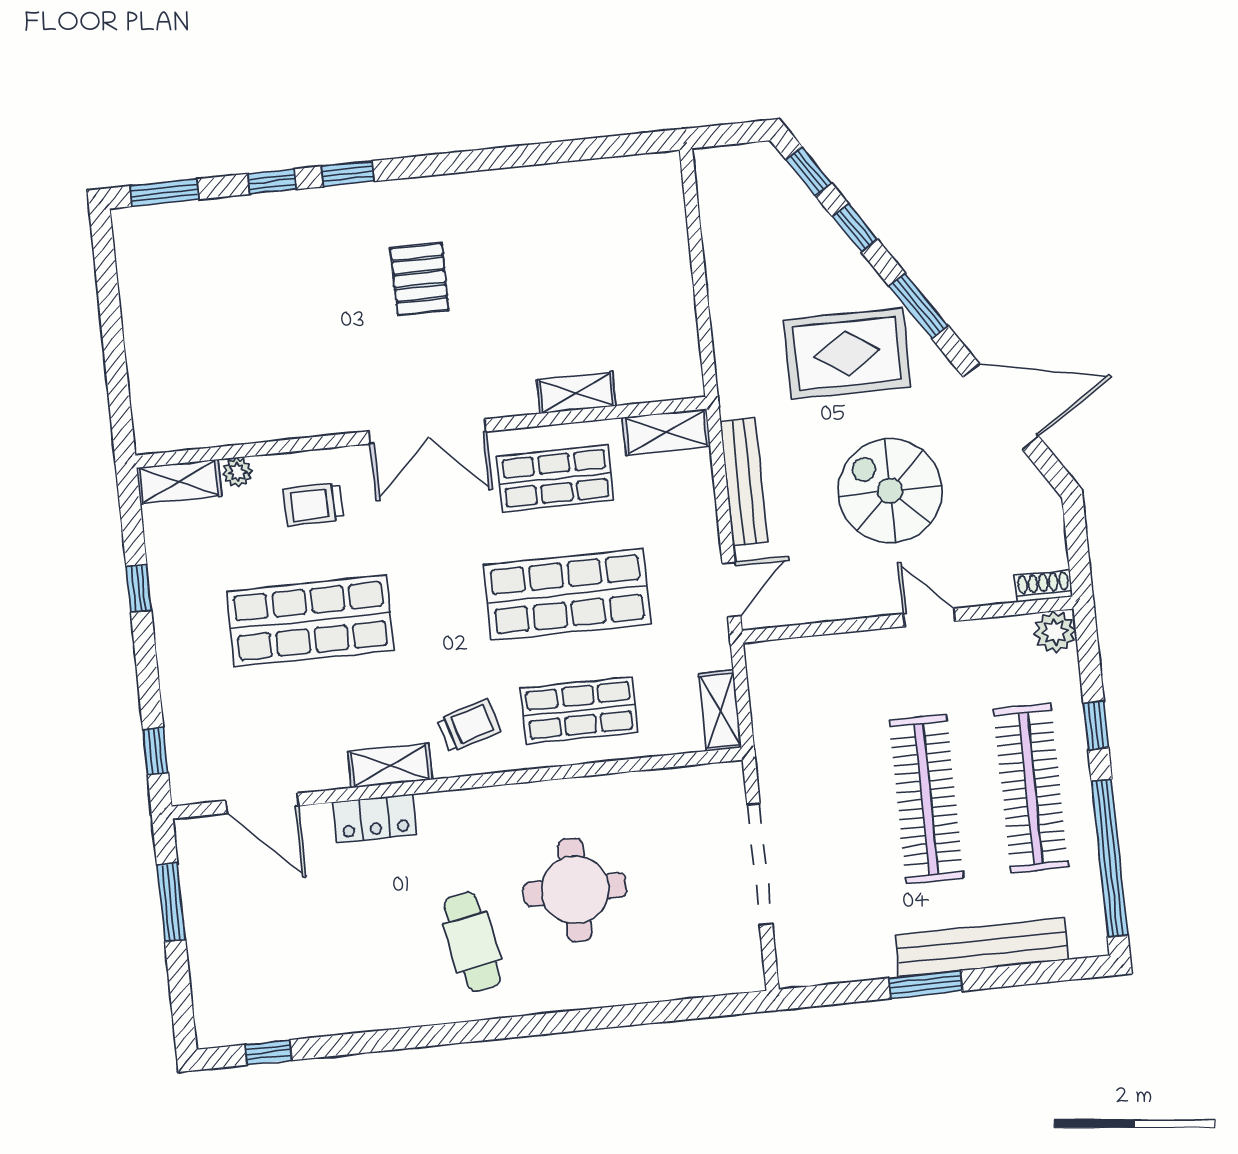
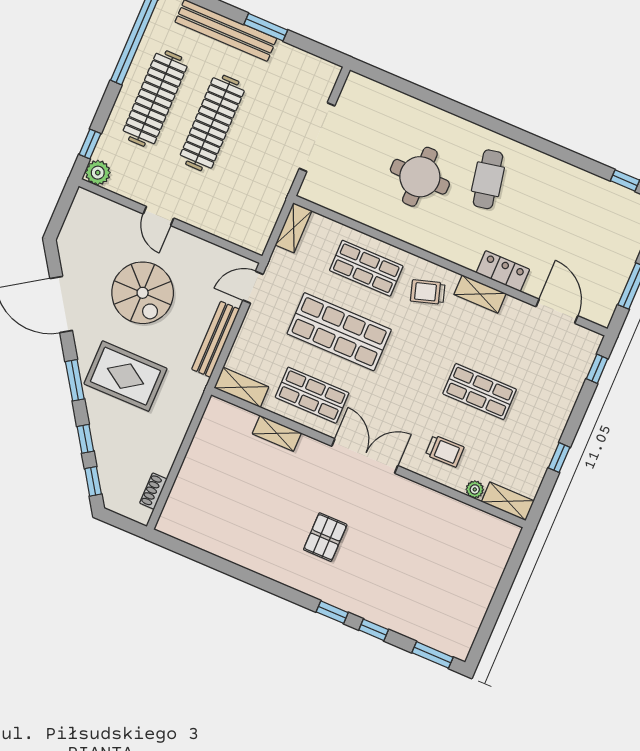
shoe rack: (1043, 586) -> (153, 491), moved, turned 90
shop shelf: (311, 621) -> (480, 392), width x0.70, depth x0.74
window: (1096, 725) -> (90, 144), moved

